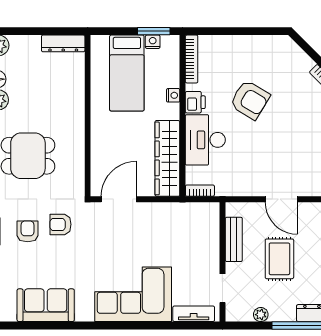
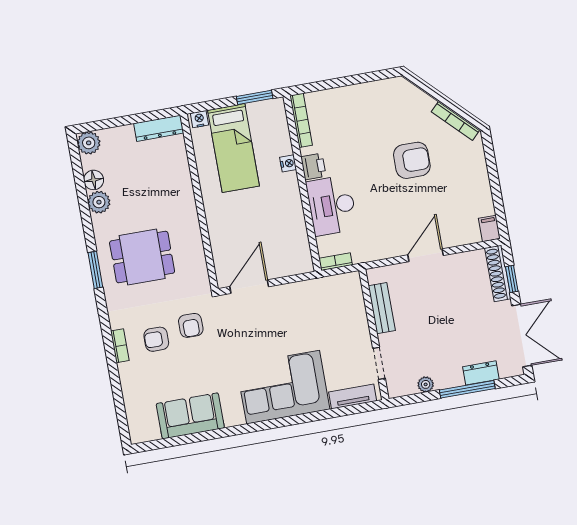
nightstand: (153, 42) -> (199, 119), moved
armchair: (250, 100) -> (412, 160), moved, turned -31
wardrobe: (167, 158) -> (294, 233), removed
door: (281, 199) -> (426, 255), swing flipped
armchair: (61, 224) -> (191, 325), turned -90
armchair: (28, 231) -> (156, 339), turned -90
rug: (279, 259) -> (435, 320), removed

